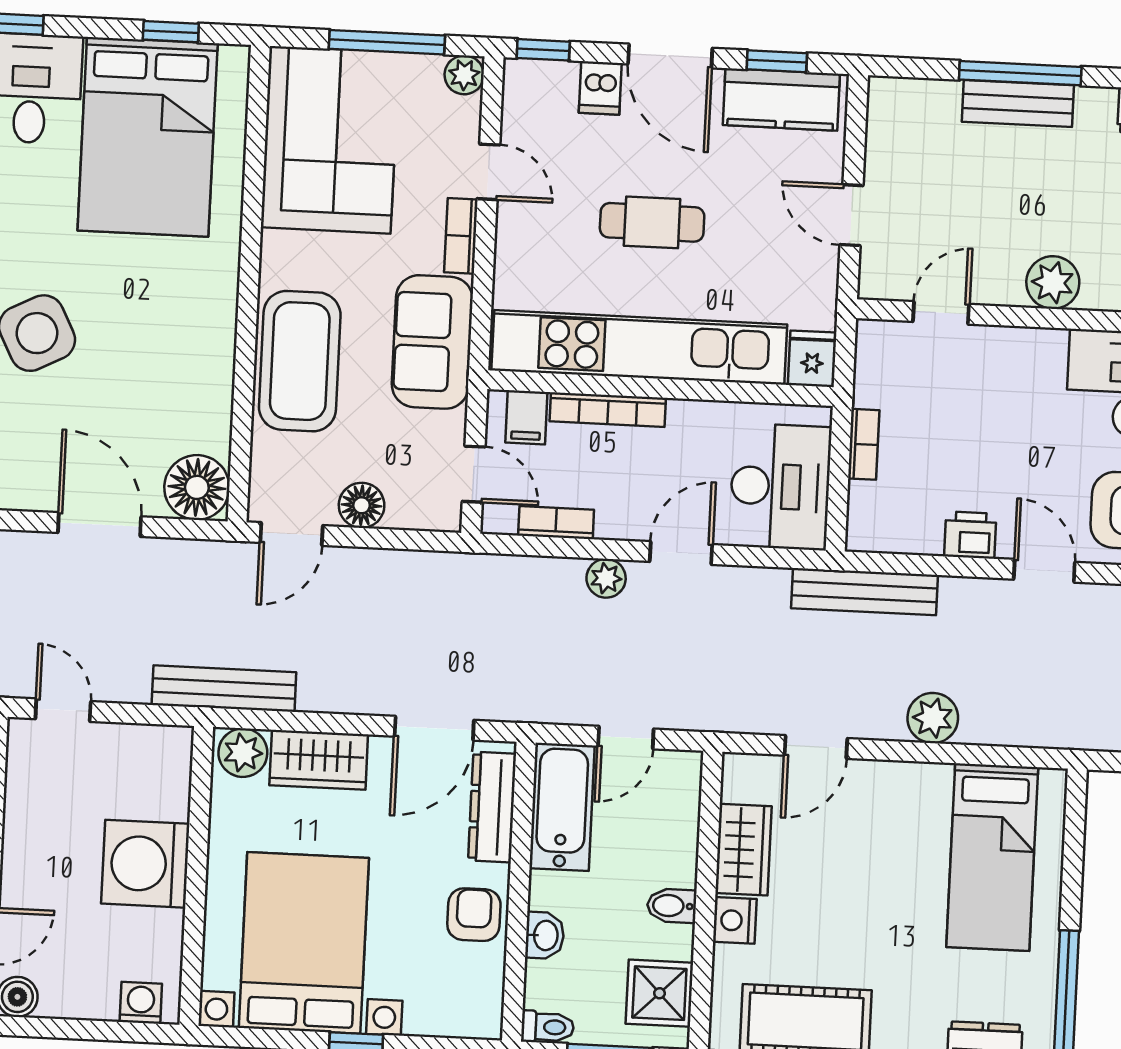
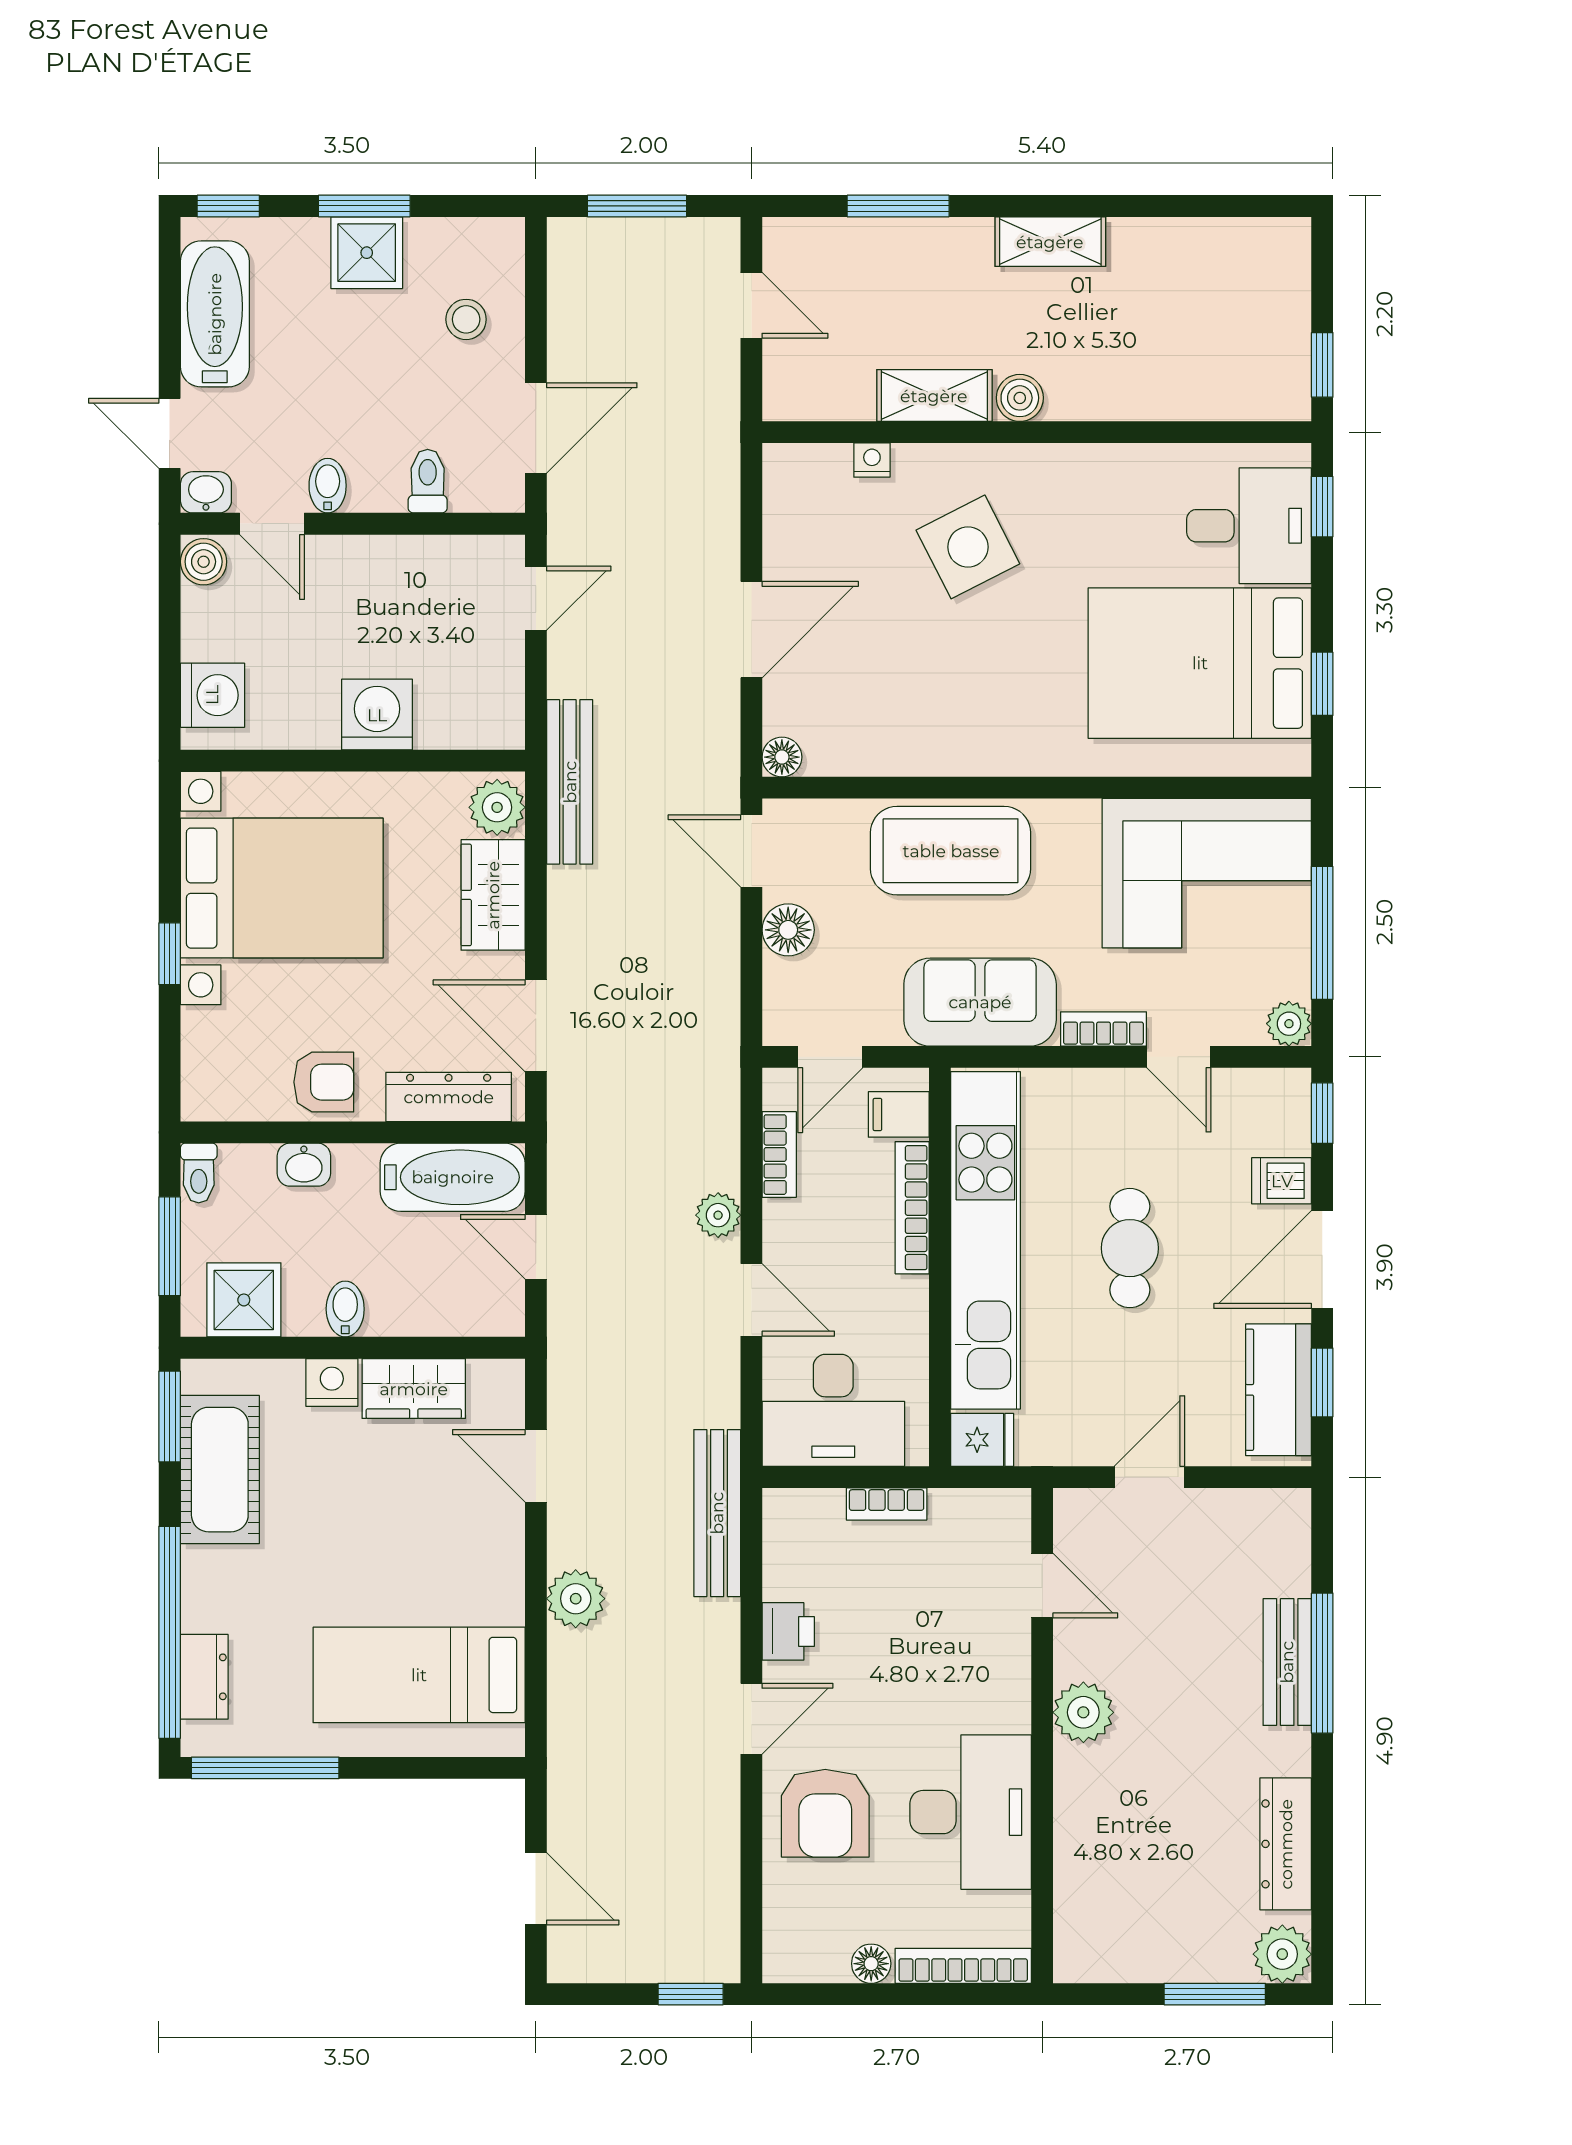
door: (488, 172) -> (1179, 1057), hinge flipped
floor lamp: (197, 487) -> (782, 757), width x0.53, depth x0.53
washing machine: (145, 864) -> (377, 715), width x0.73, depth x0.73
washing machine: (141, 1003) -> (212, 695), width x1.38, depth x1.38

